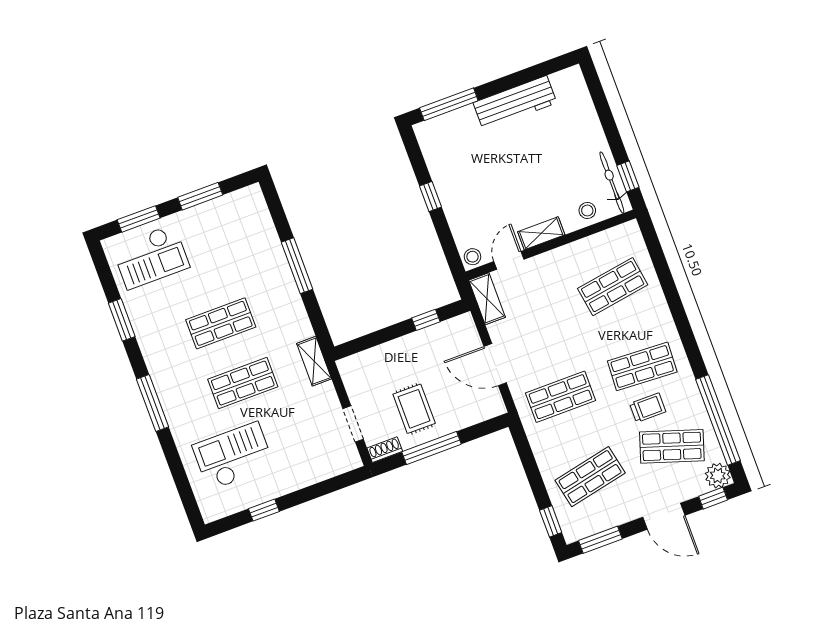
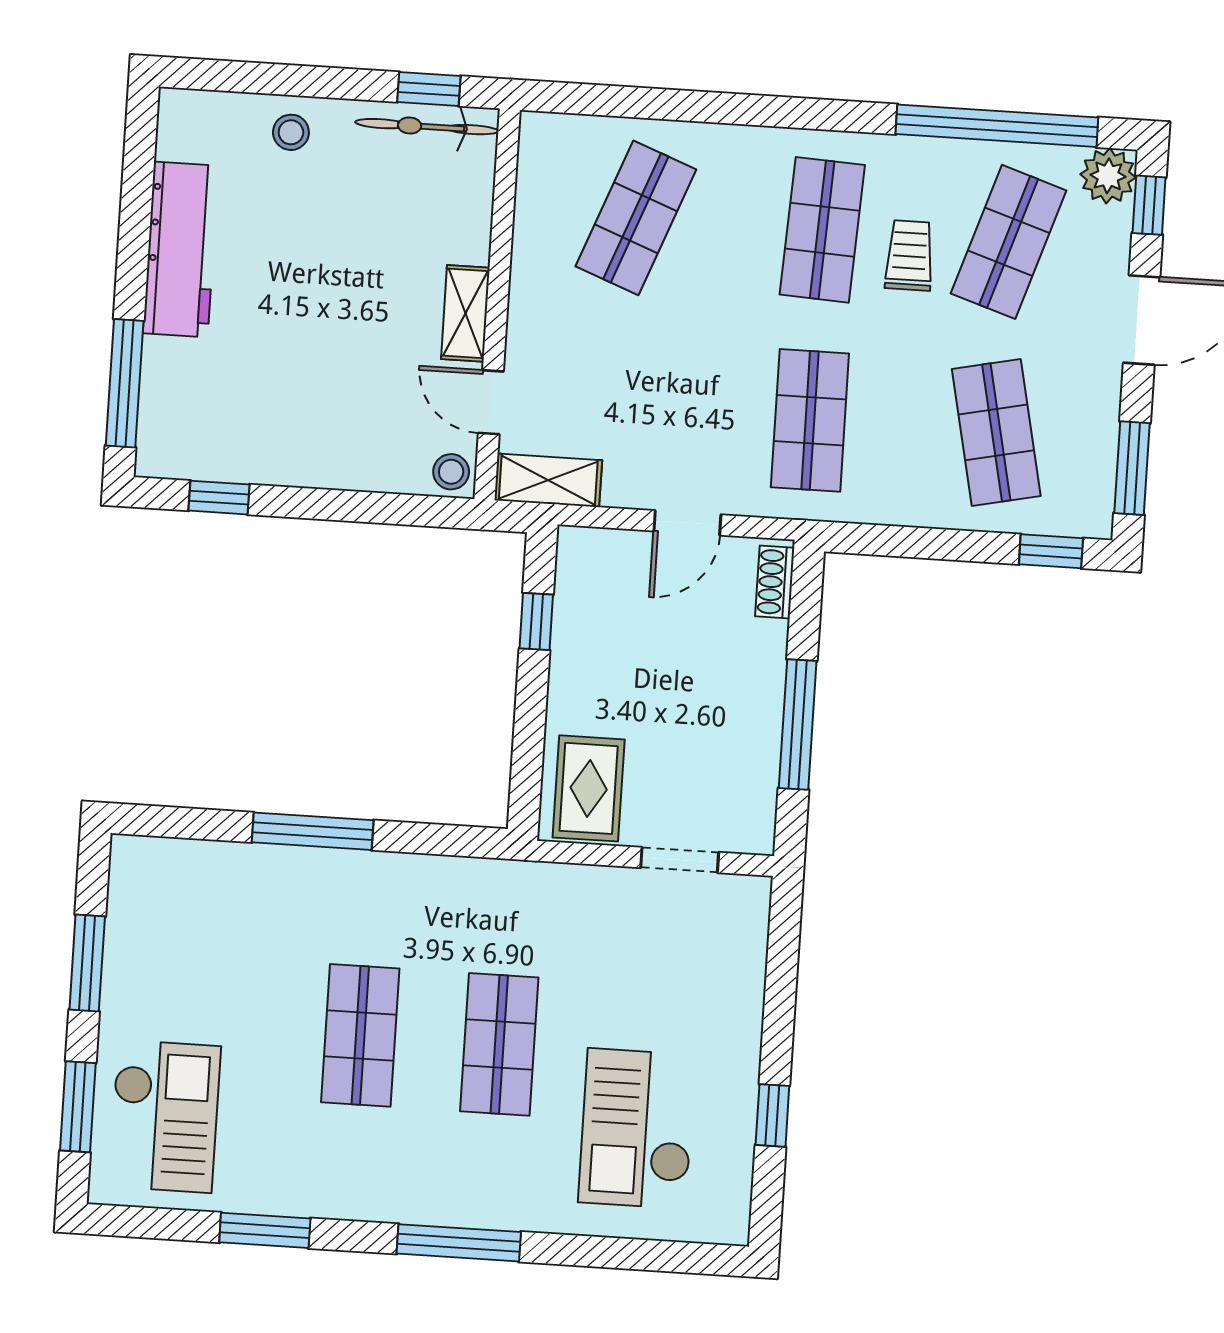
window: (430, 197) -> (219, 498), moved
stool: (587, 210) -> (291, 132), moved
shop shelf: (613, 287) -> (636, 218), turned 30
shelving: (314, 361) -> (519, 882), removed
door: (495, 365) -> (687, 523), width x0.73
rug: (414, 409) -> (589, 788), moved, turned 90
shoe rack: (385, 450) -> (775, 582), moved

